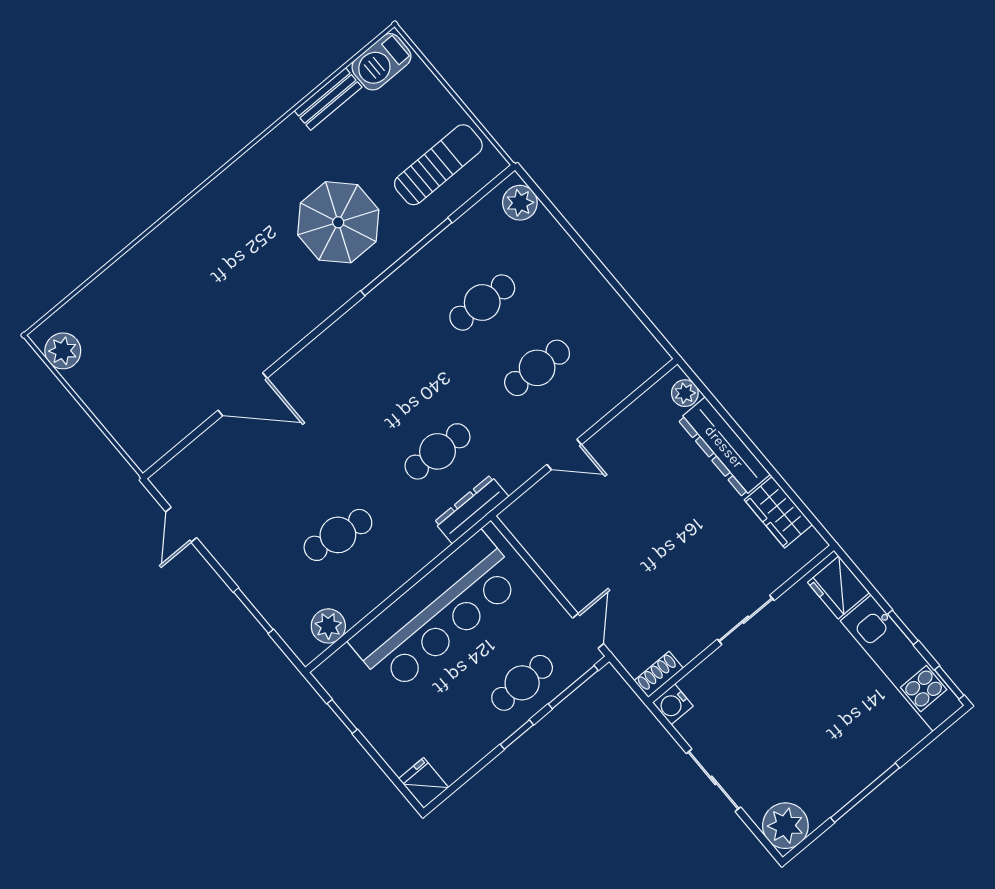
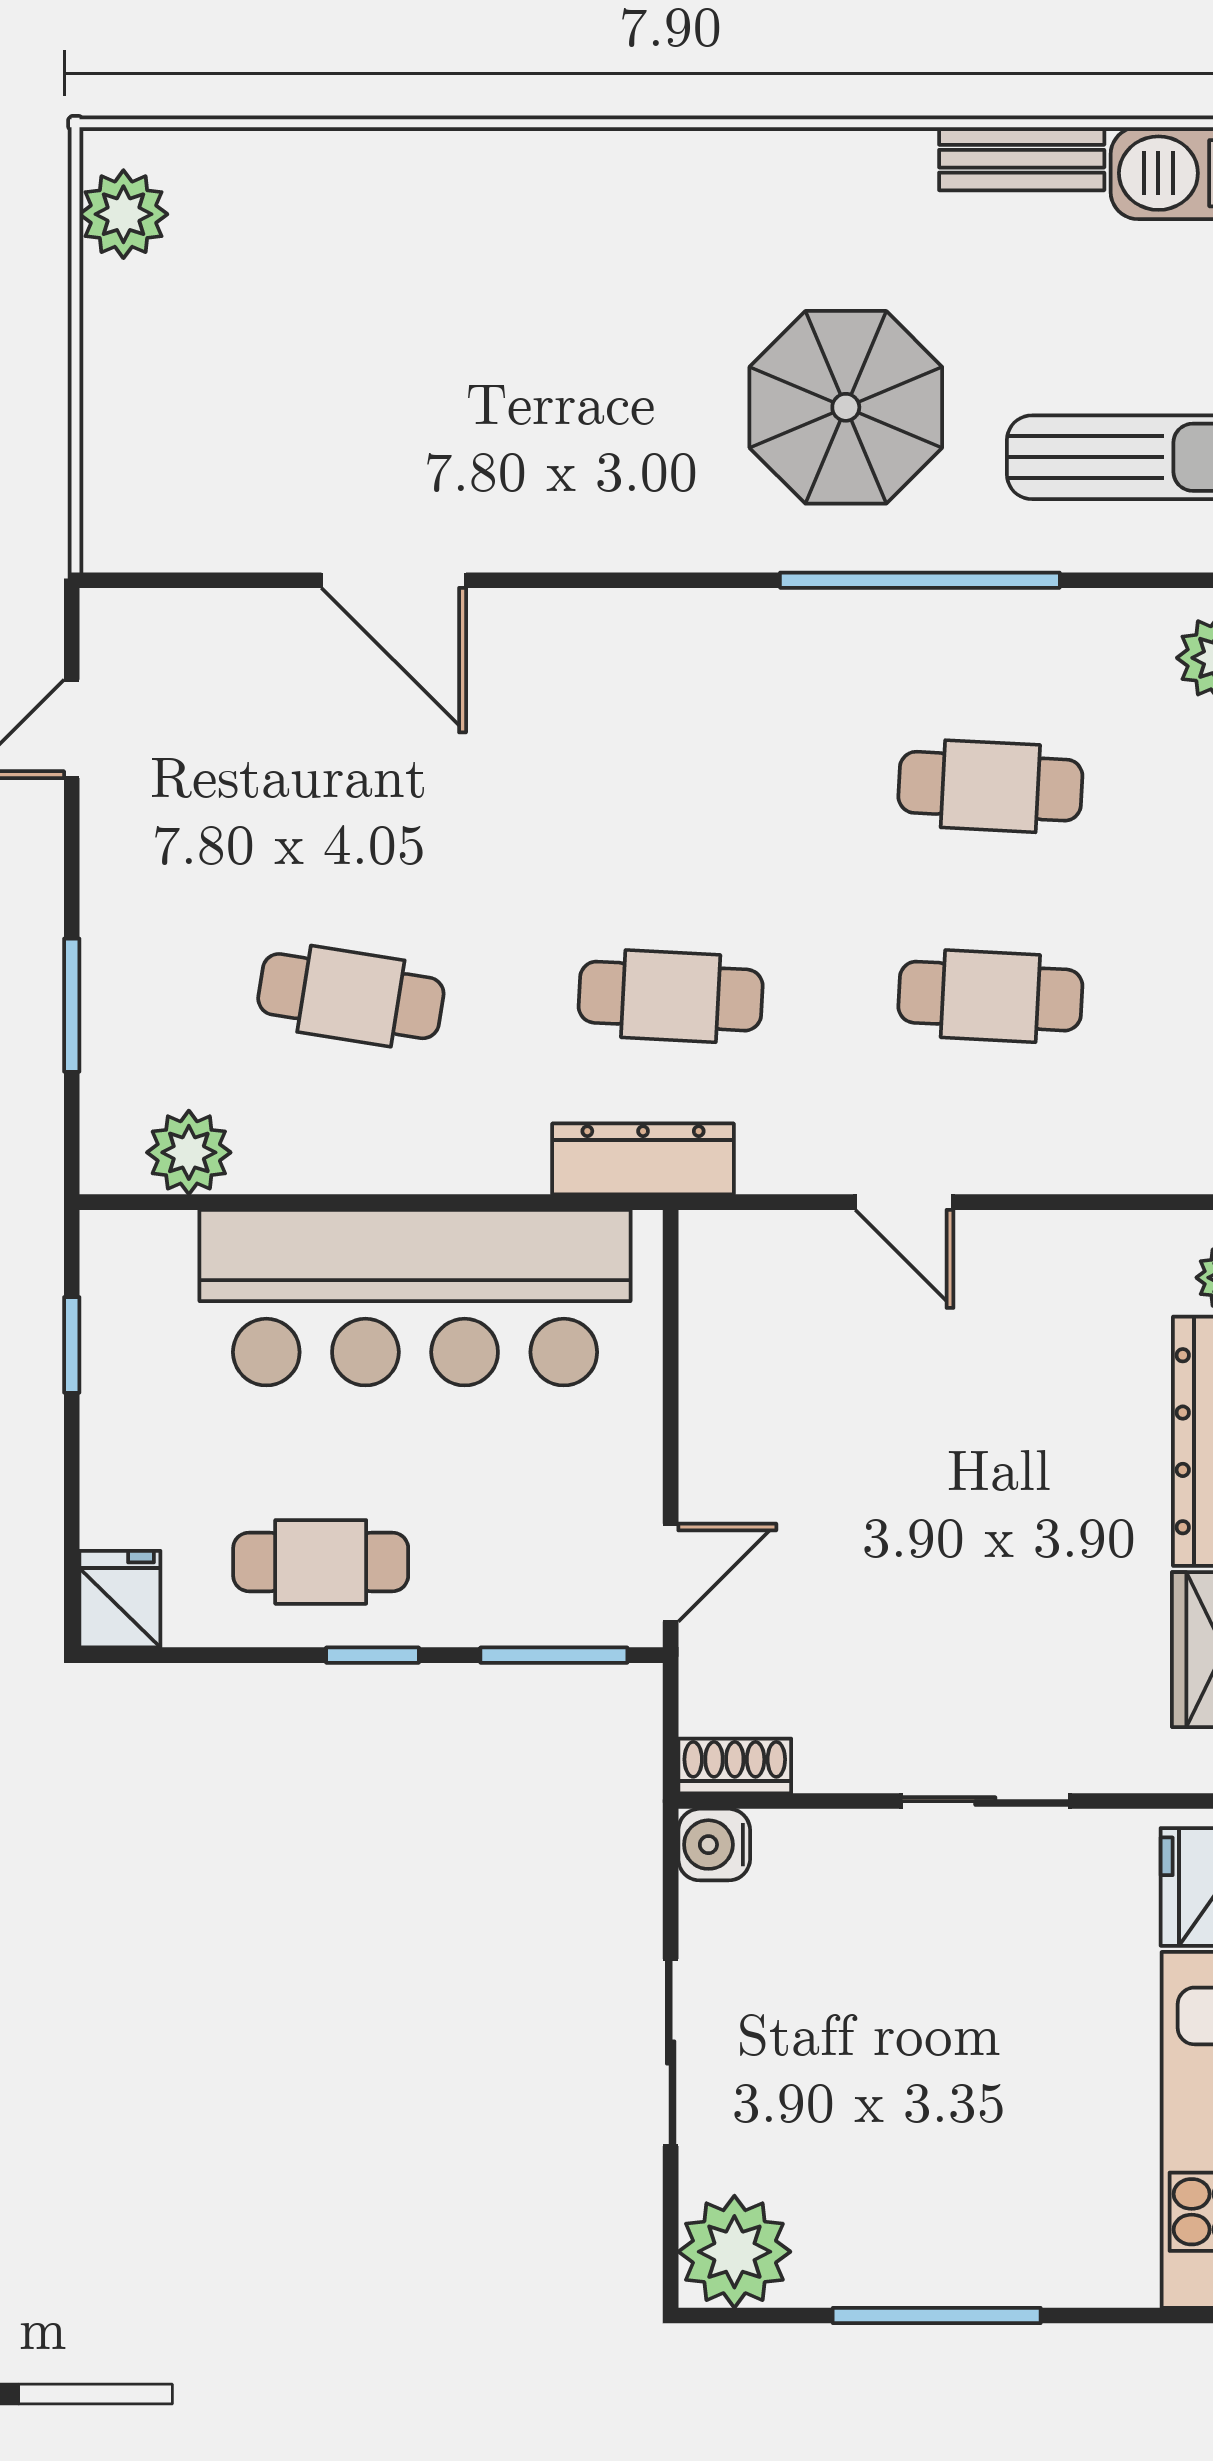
cafe table: (522, 683) -> (321, 1562), moved

